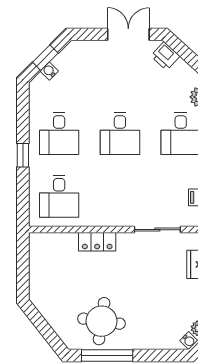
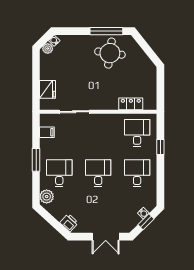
double door: (128, 34) -> (106, 237), moved
window: (23, 155) -> (160, 147), moved
locker: (97, 242) -> (131, 104), moved

